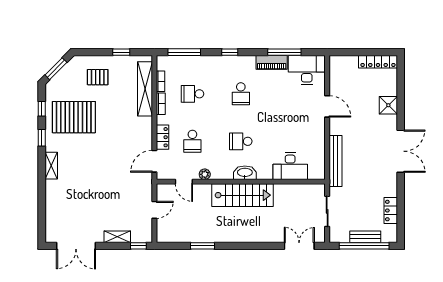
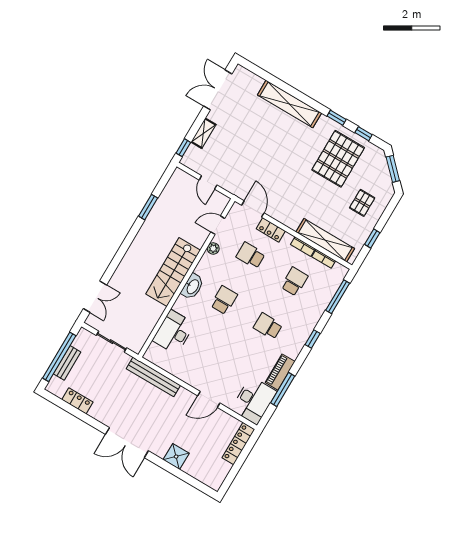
locker: (378, 62) -> (238, 444), moved
shelving: (51, 166) -> (289, 104), width x2.20, depth x1.33

